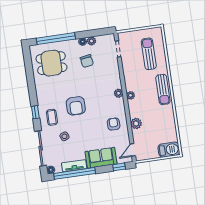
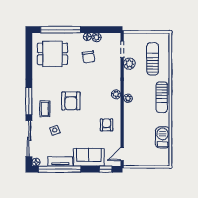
window: (35, 112) -> (29, 101), width x2.17
plant: (136, 123) -> (129, 64), moved
barbecue: (169, 150) -> (163, 137), moved, turned -90

